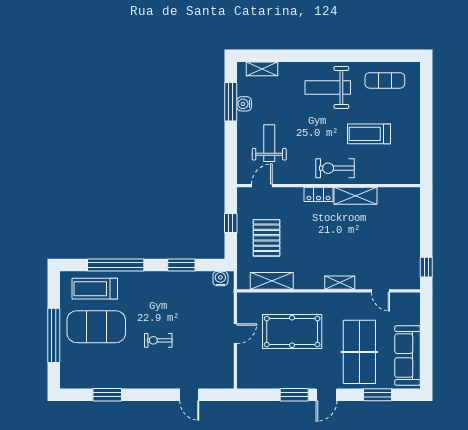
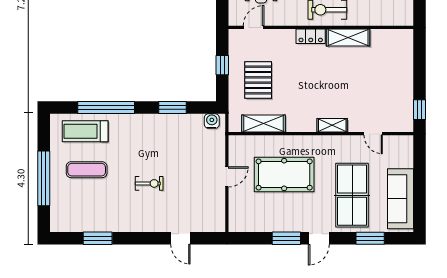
exercise mat: (96, 327) -> (87, 170), width x0.50, depth x0.69
exercise bike: (158, 340) -> (149, 183), turned 180

